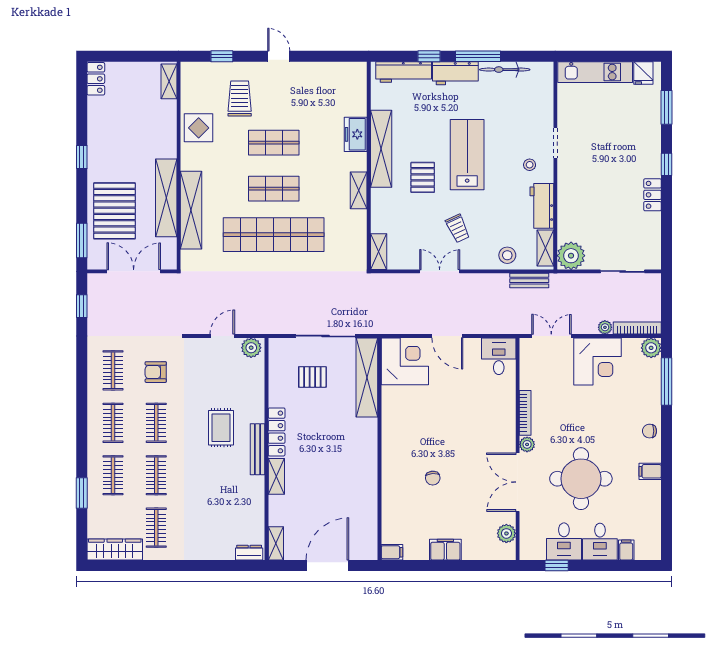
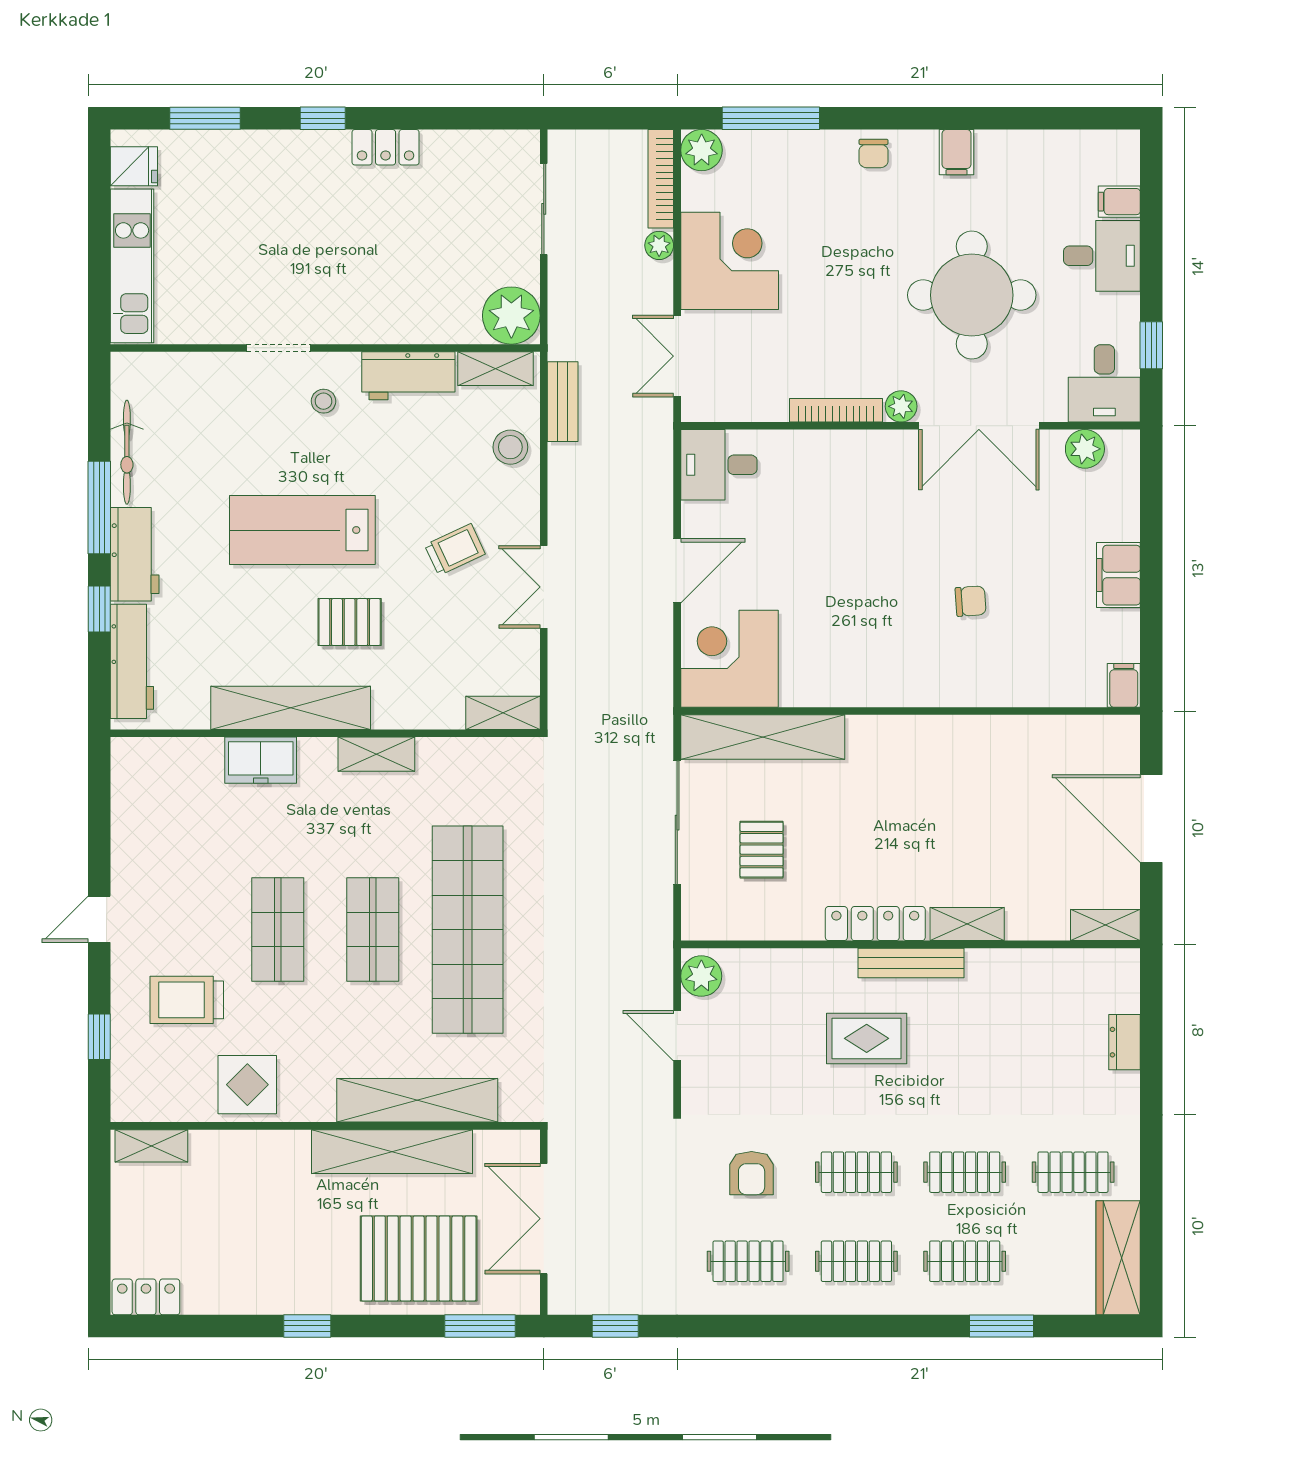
desk: (564, 541) -> (1104, 383), moved, turned 90
dresser: (249, 553) -> (1125, 1042), moved

